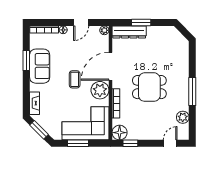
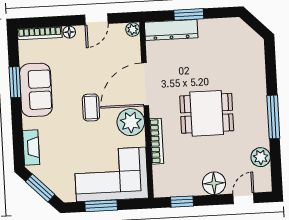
floor lamp: (120, 133) -> (214, 183), moved

